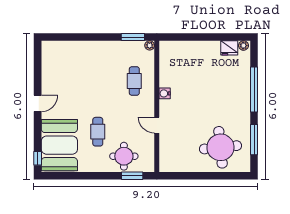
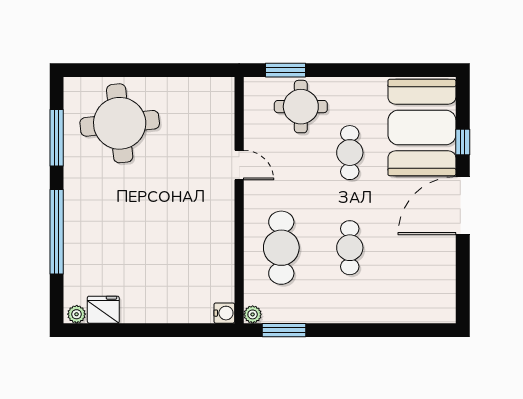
cafe table: (98, 81) -> (350, 248), added
cafe table: (134, 81) -> (281, 248), width x1.37, depth x1.35
water cooler: (165, 93) -> (224, 313), moved
door: (38, 103) -> (463, 206), width x1.87
window: (38, 158) -> (463, 142), moved

